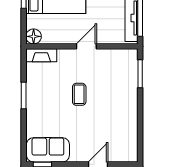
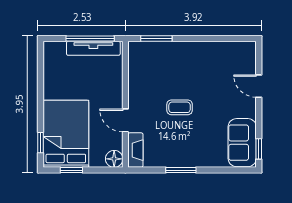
door: (86, 46) -> (125, 120), moved

